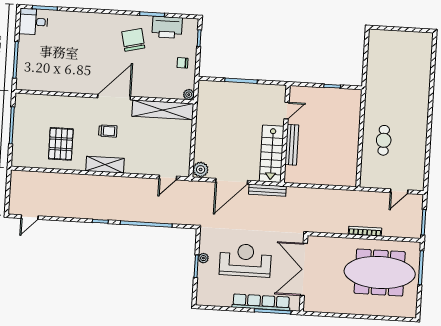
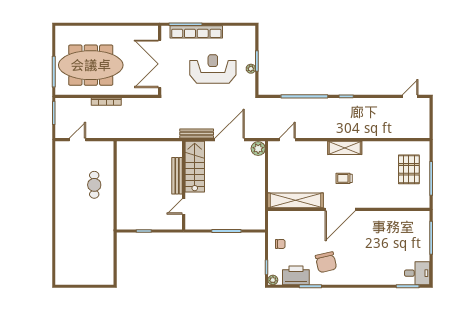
plant: (189, 95) -> (273, 280), moved
pallet: (61, 144) -> (409, 169), moved
reception desk: (245, 260) -> (213, 69), turned 180
double door: (304, 269) -> (160, 64), swing flipped

